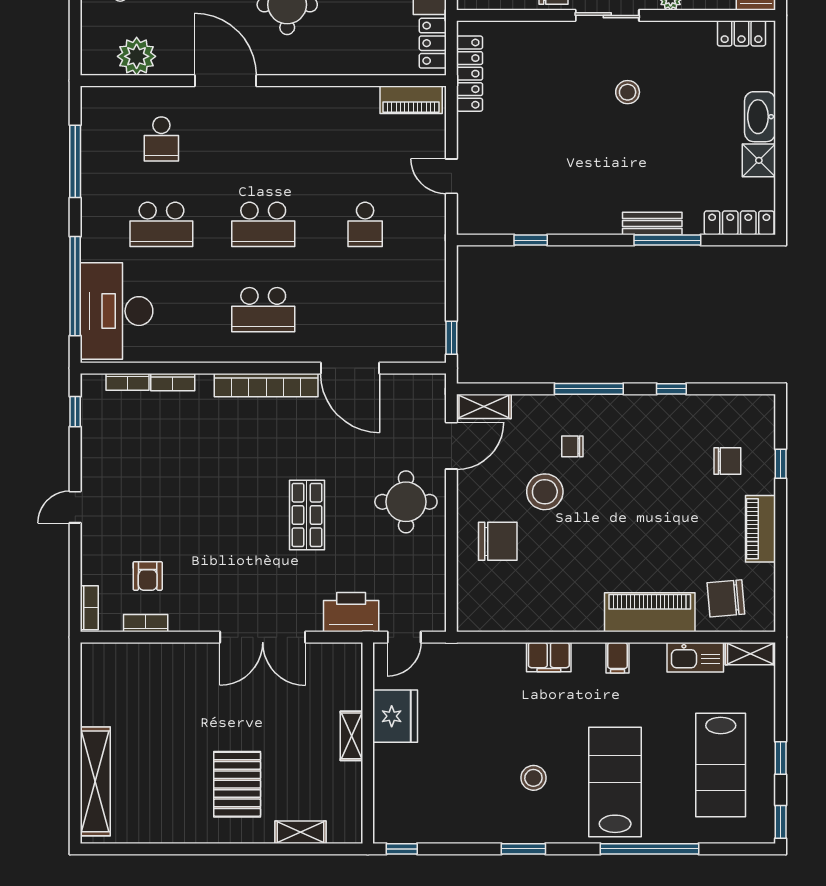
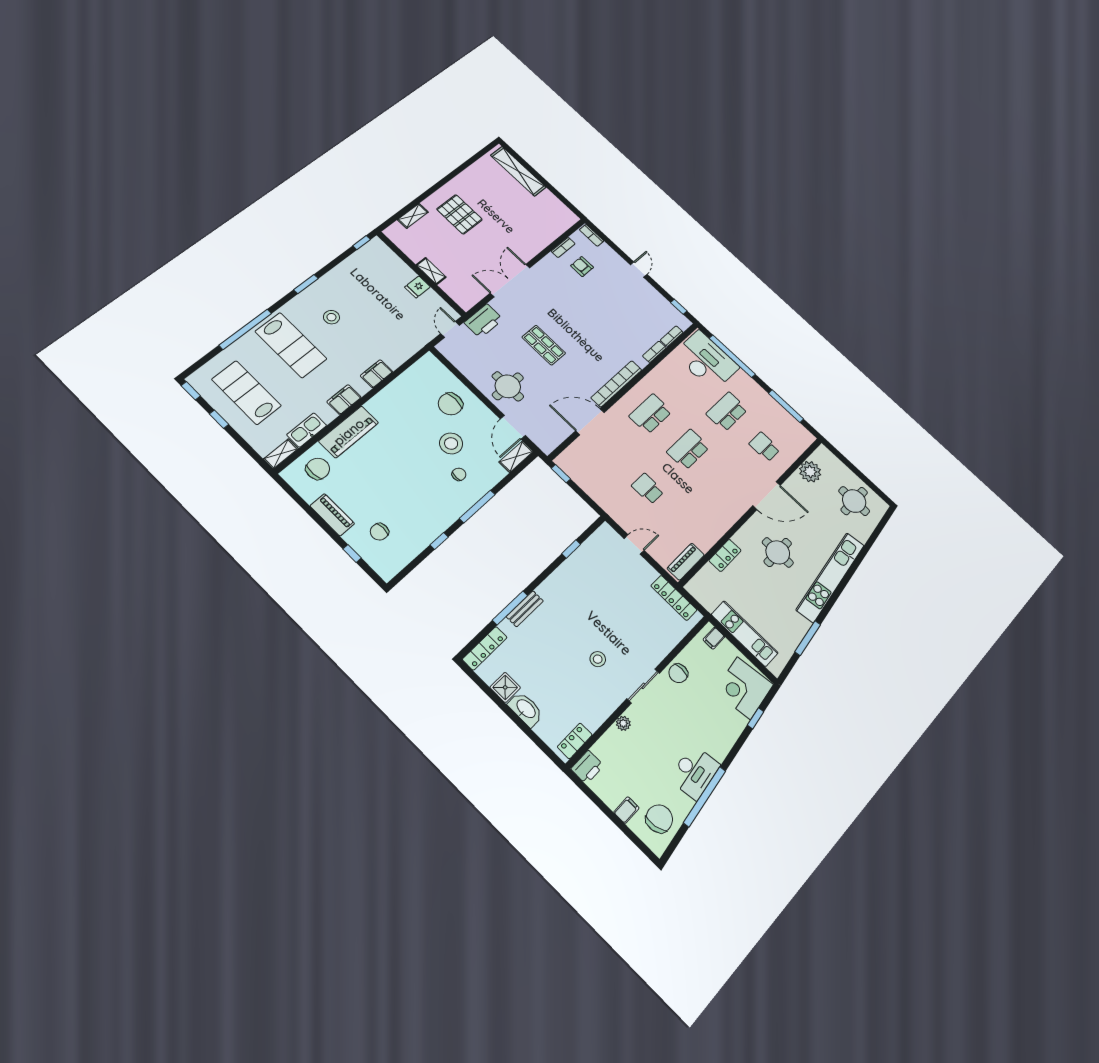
locker: (433, 43) -> (725, 555), moved, turned 90
filing cabinet: (618, 658) -> (344, 400), width x2.00
fridge: (395, 716) -> (418, 287), width x0.53, depth x0.75

